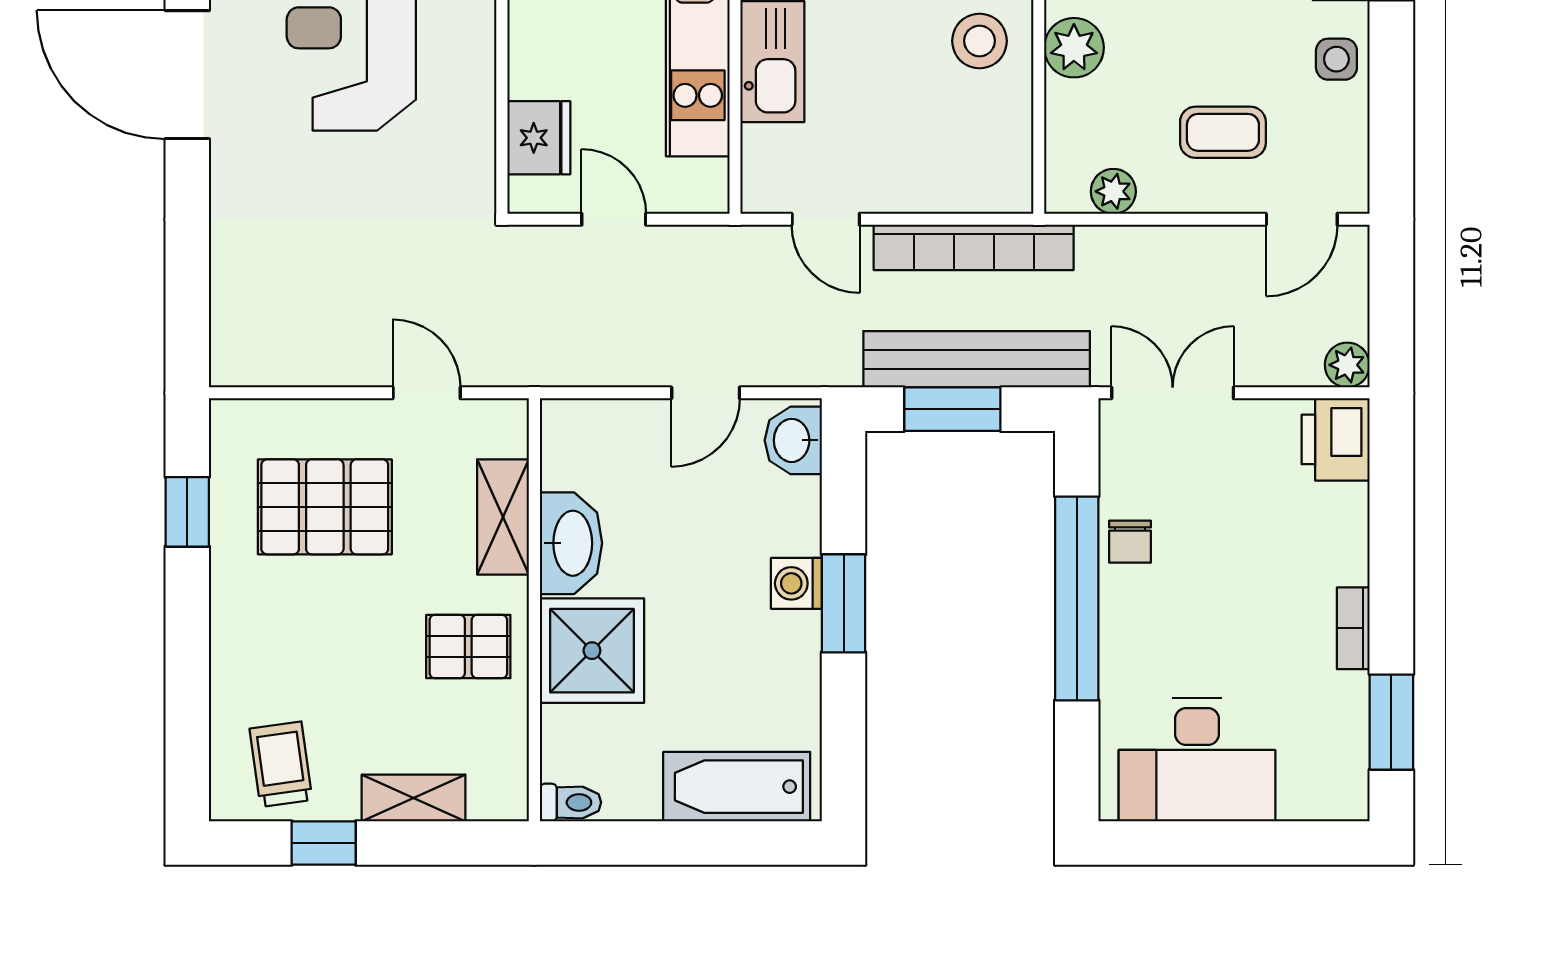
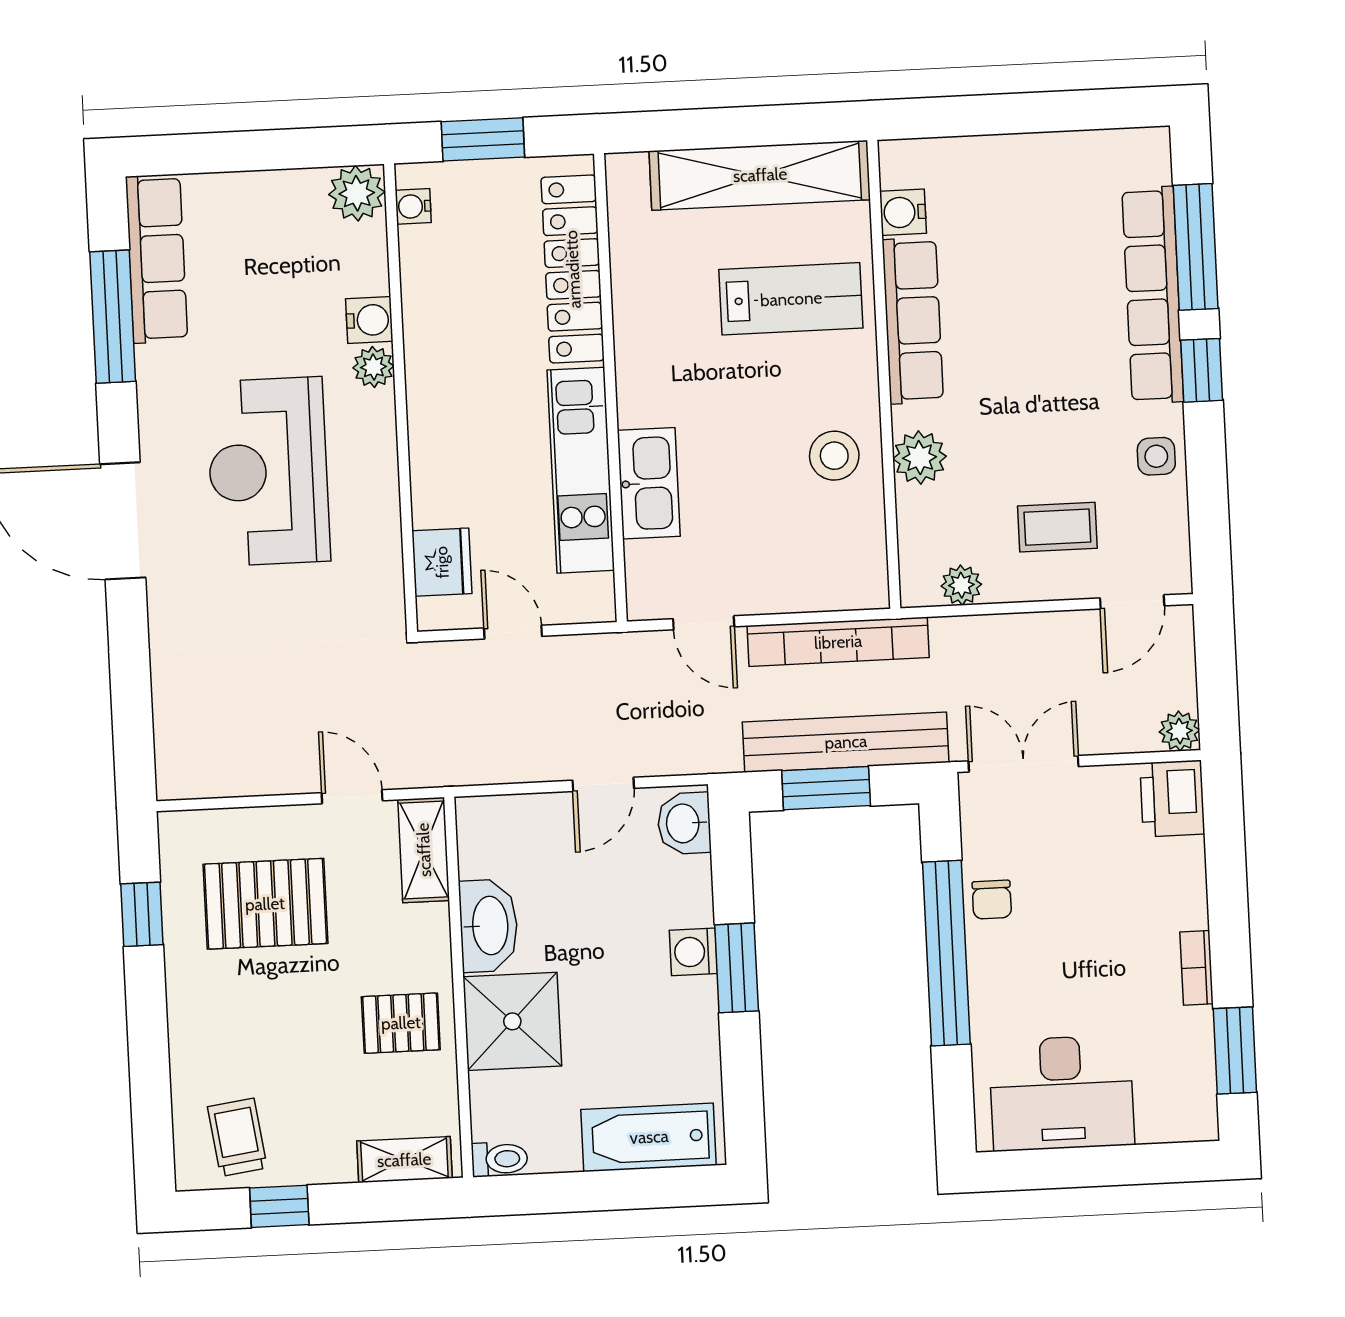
shelving: (503, 517) -> (424, 850), moved
shelving: (414, 798) -> (404, 1160), moved

